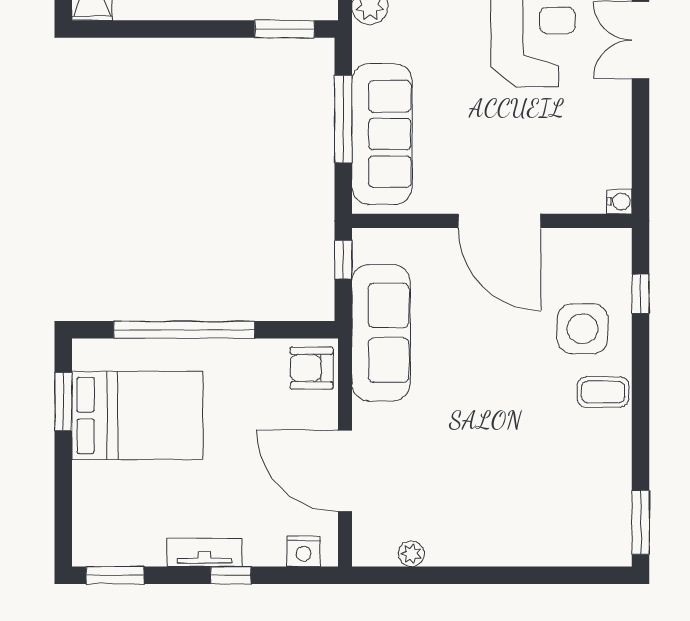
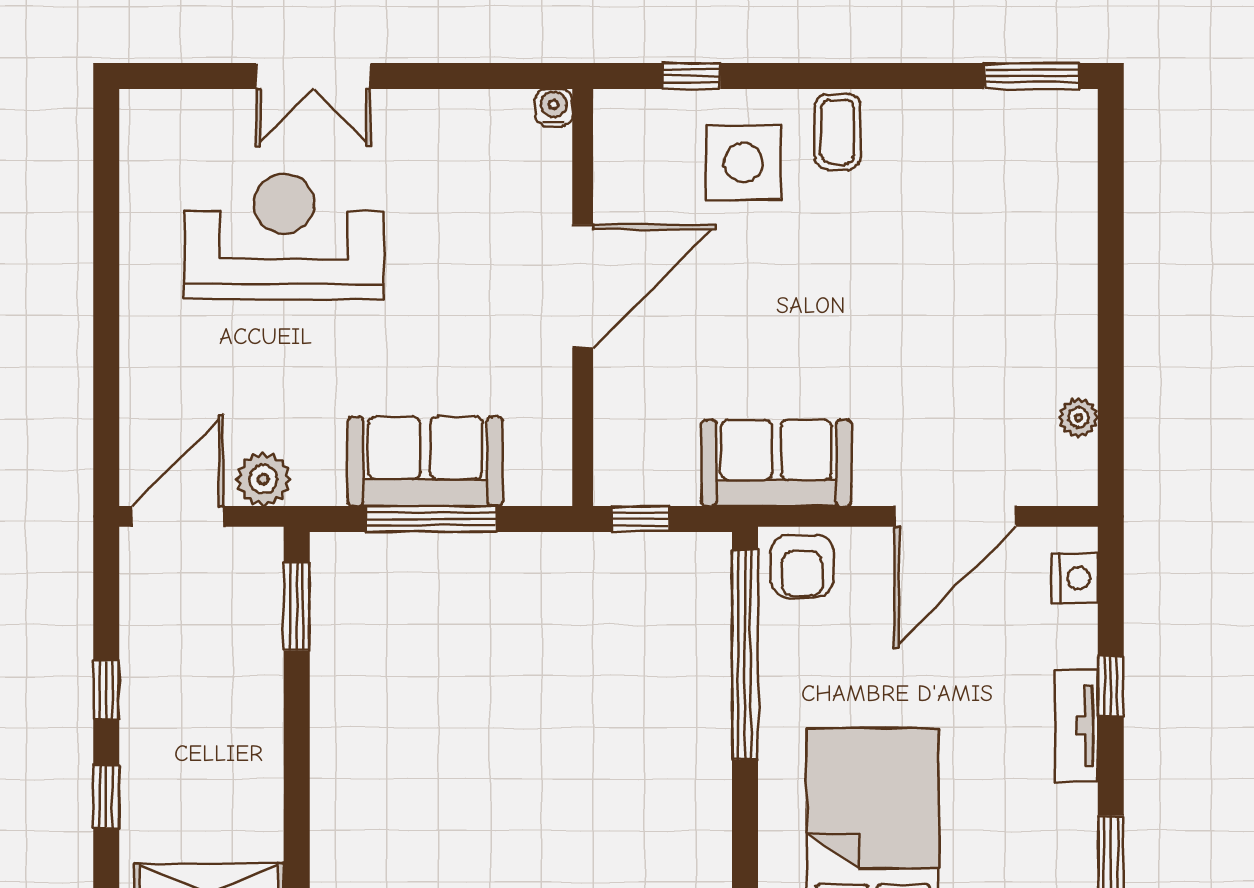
sofa: (382, 134) -> (425, 461), width x0.73
window: (184, 330) -> (745, 655), moved
sofa: (381, 333) -> (776, 463), width x0.73

